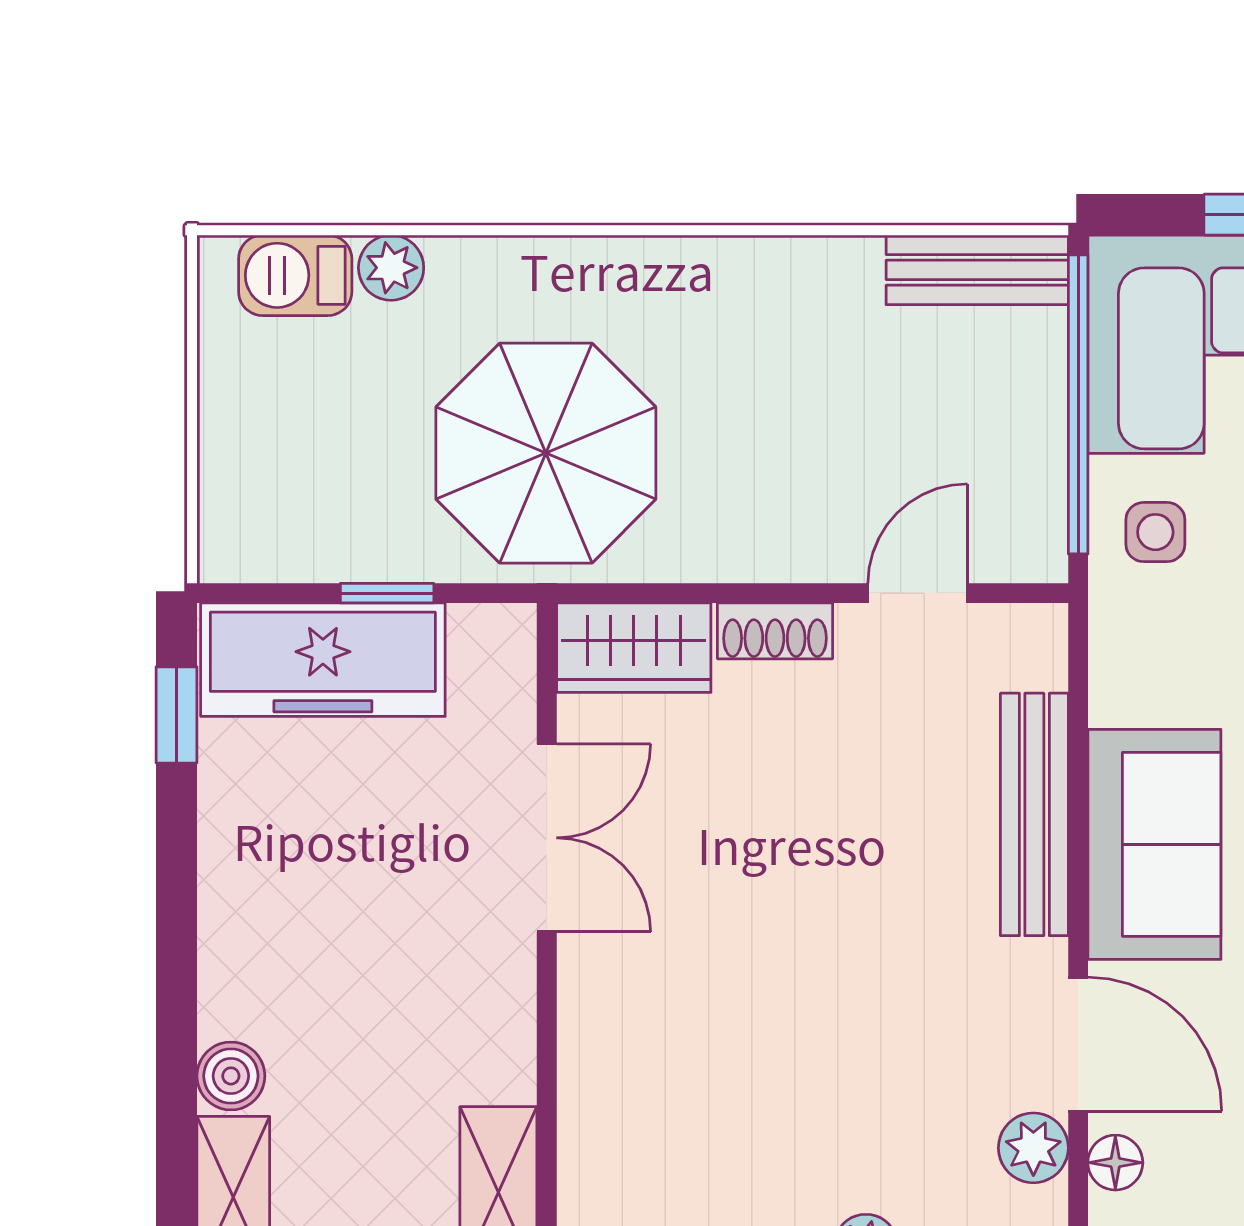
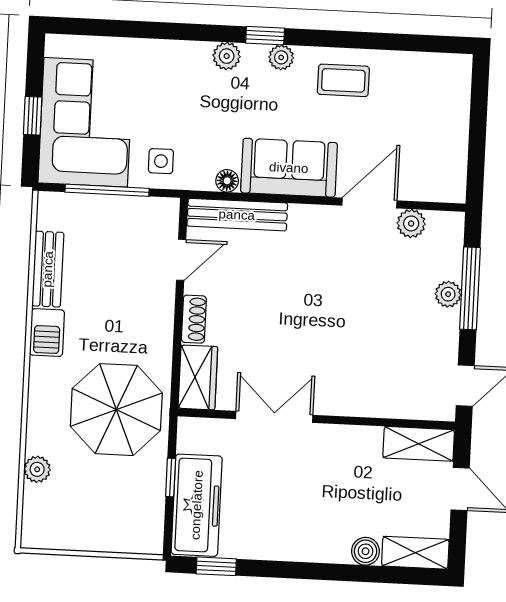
bench: (977, 270) -> (48, 269), moved
barbecue: (295, 275) -> (47, 333), moved
window: (1078, 404) -> (107, 190), width x0.68
door: (918, 593) -> (181, 260), swing flipped
bench: (1034, 814) -> (237, 215), moved
floor lamp: (1115, 1163) -> (227, 181), moved

